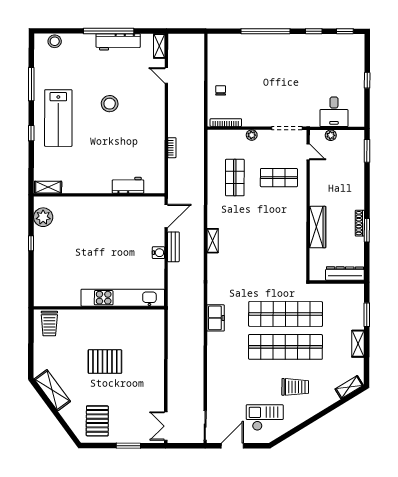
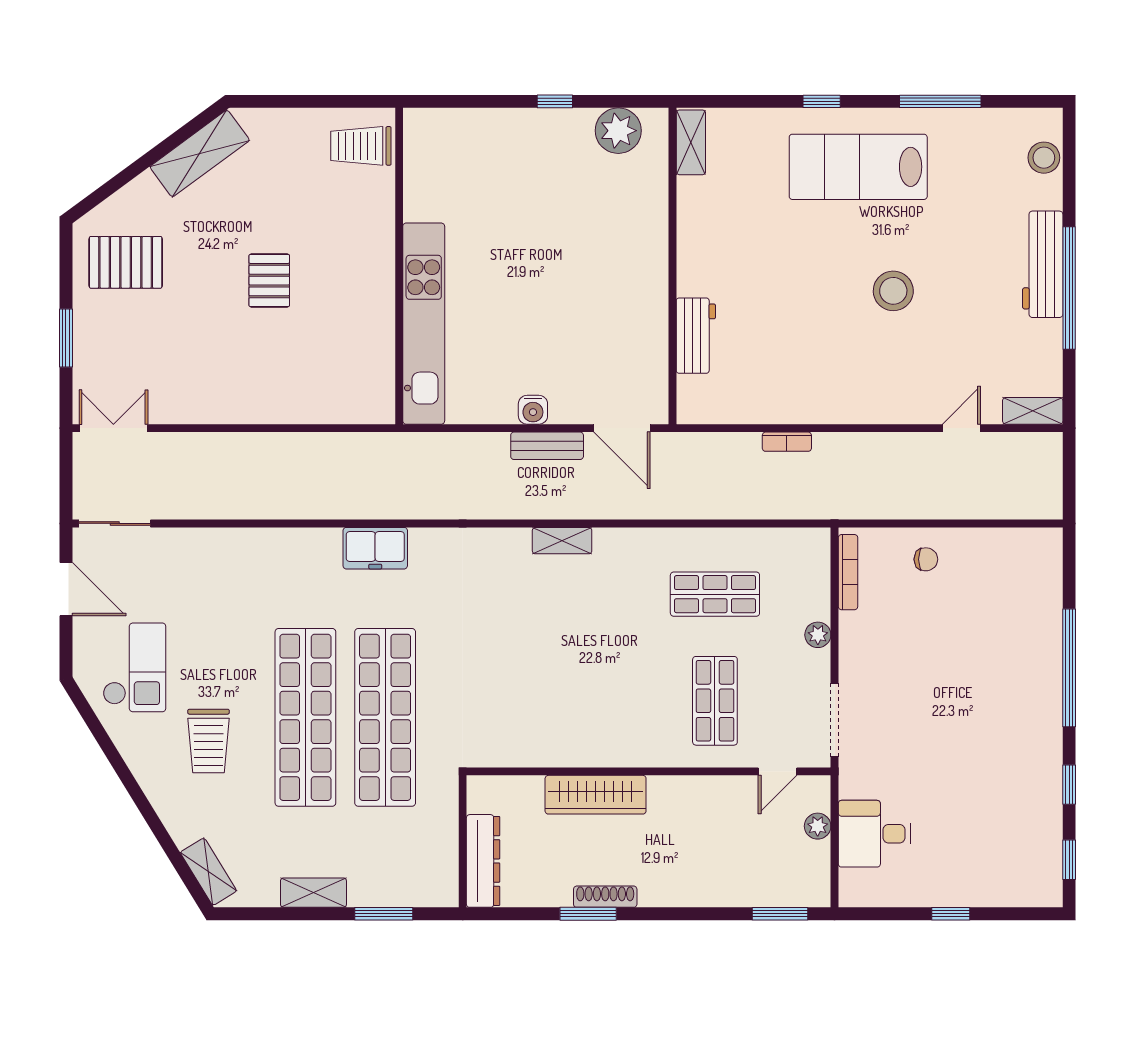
workbench: (118, 42) -> (1043, 264), moved
pallet: (105, 362) -> (269, 281), width x0.67, depth x0.71

